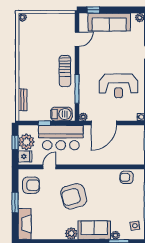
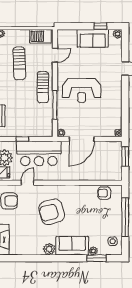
window: (93, 10) -> (100, 26), moved
sofa: (109, 22) -> (93, 38), width x0.73
sun lounger: (41, 47) -> (19, 63), added
reception desk: (118, 86) -> (82, 90), moved
barbecue: (61, 114) -> (41, 36), moved, turned 180

